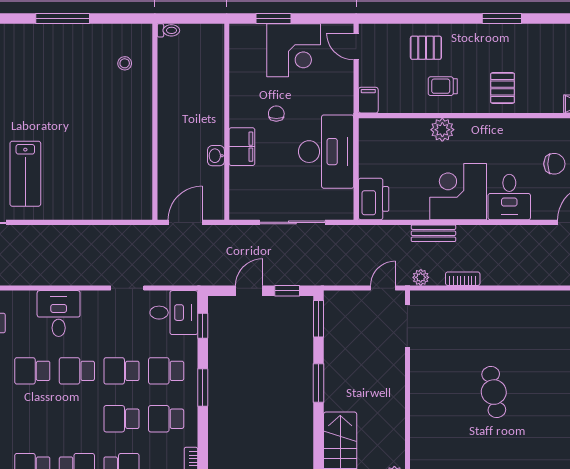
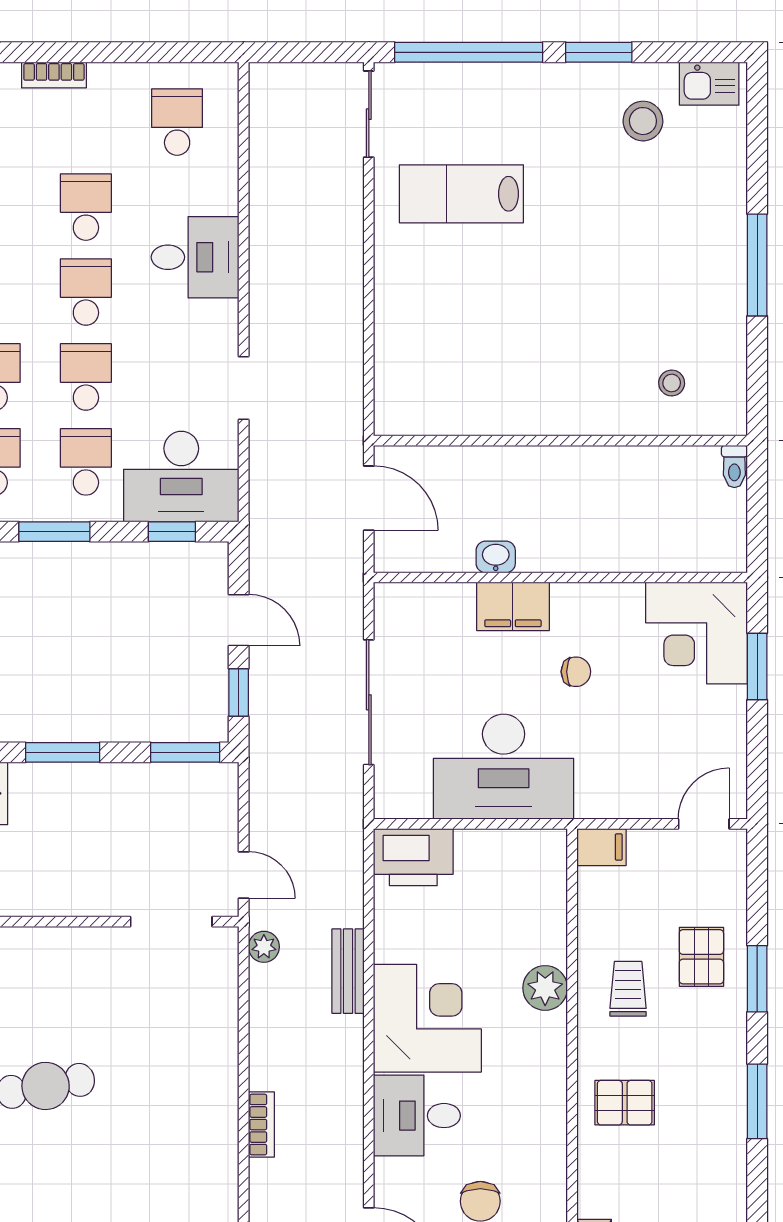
window: (438, 18) -> (757, 979), added
corner desk: (294, 50) -> (696, 633), moved
bookcase: (463, 279) -> (261, 1125), moved
desk: (174, 313) -> (181, 477), width x1.37

